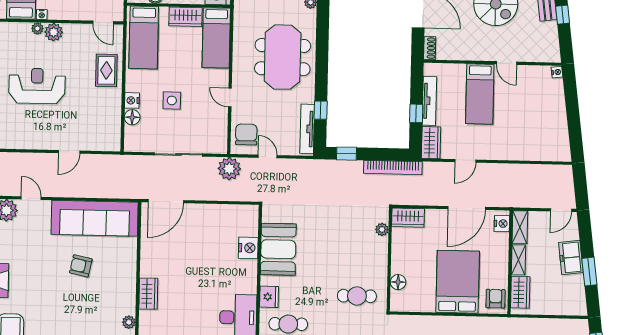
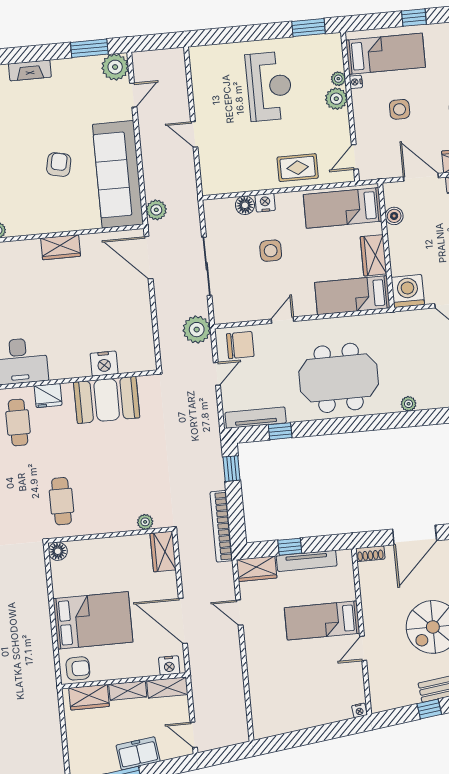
plant: (127, 190) -> (156, 210), added
floor lamp: (398, 282) -> (58, 551), moved
wardrobe: (148, 294) -> (61, 247), moved

